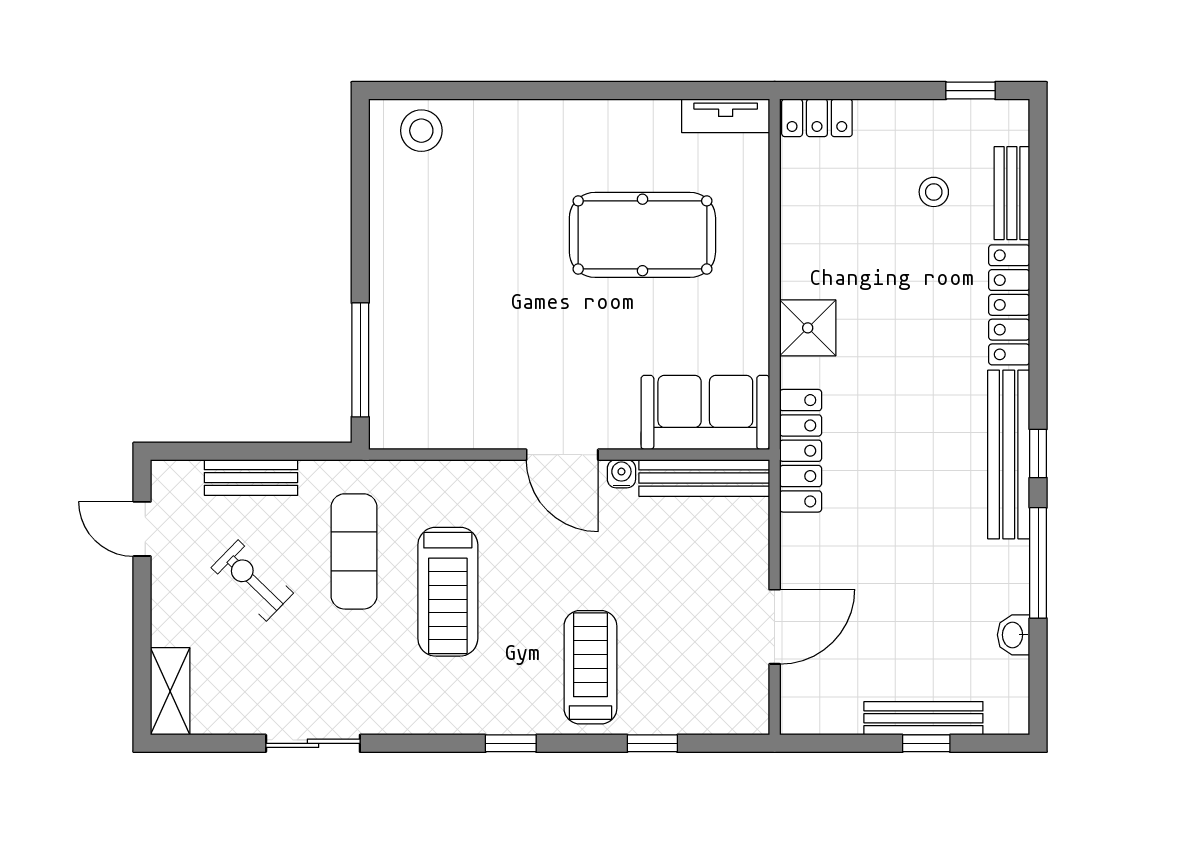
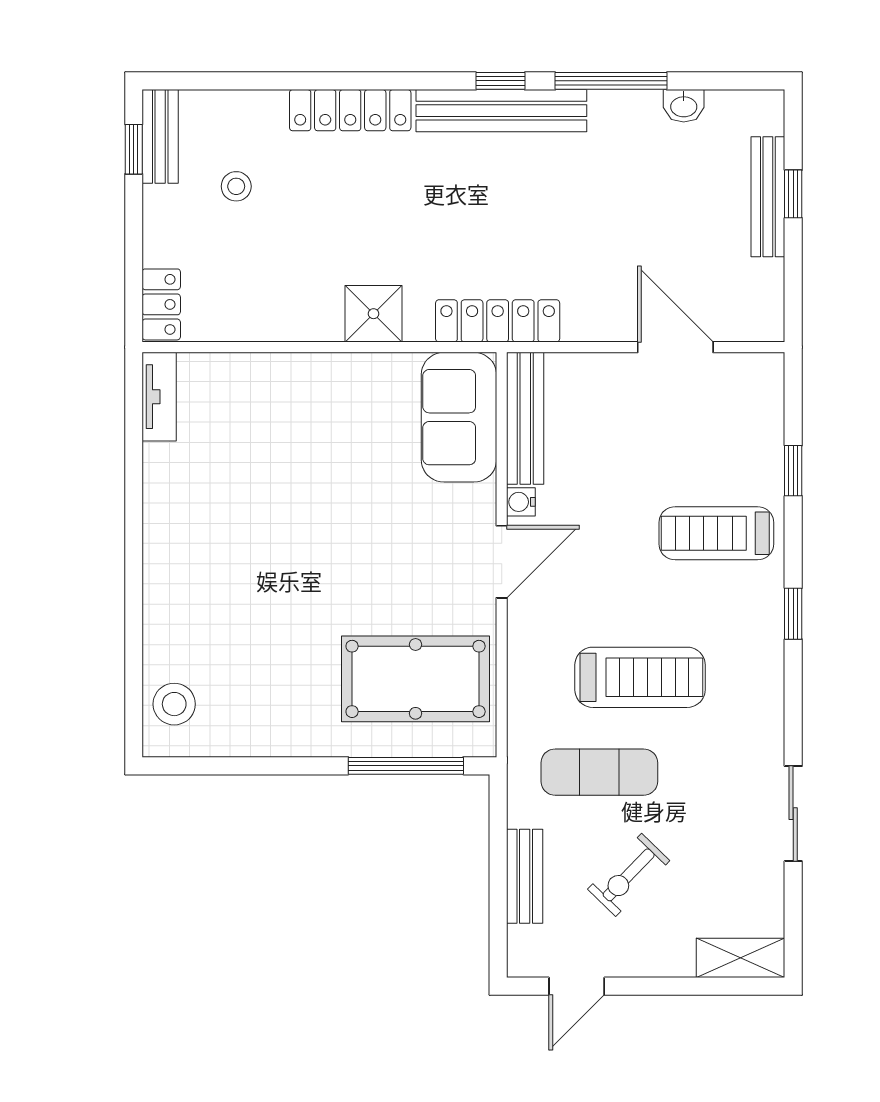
bench: (1012, 193) -> (160, 136), moved, turned 90
pool table: (642, 235) -> (416, 679), moved, turned 90

